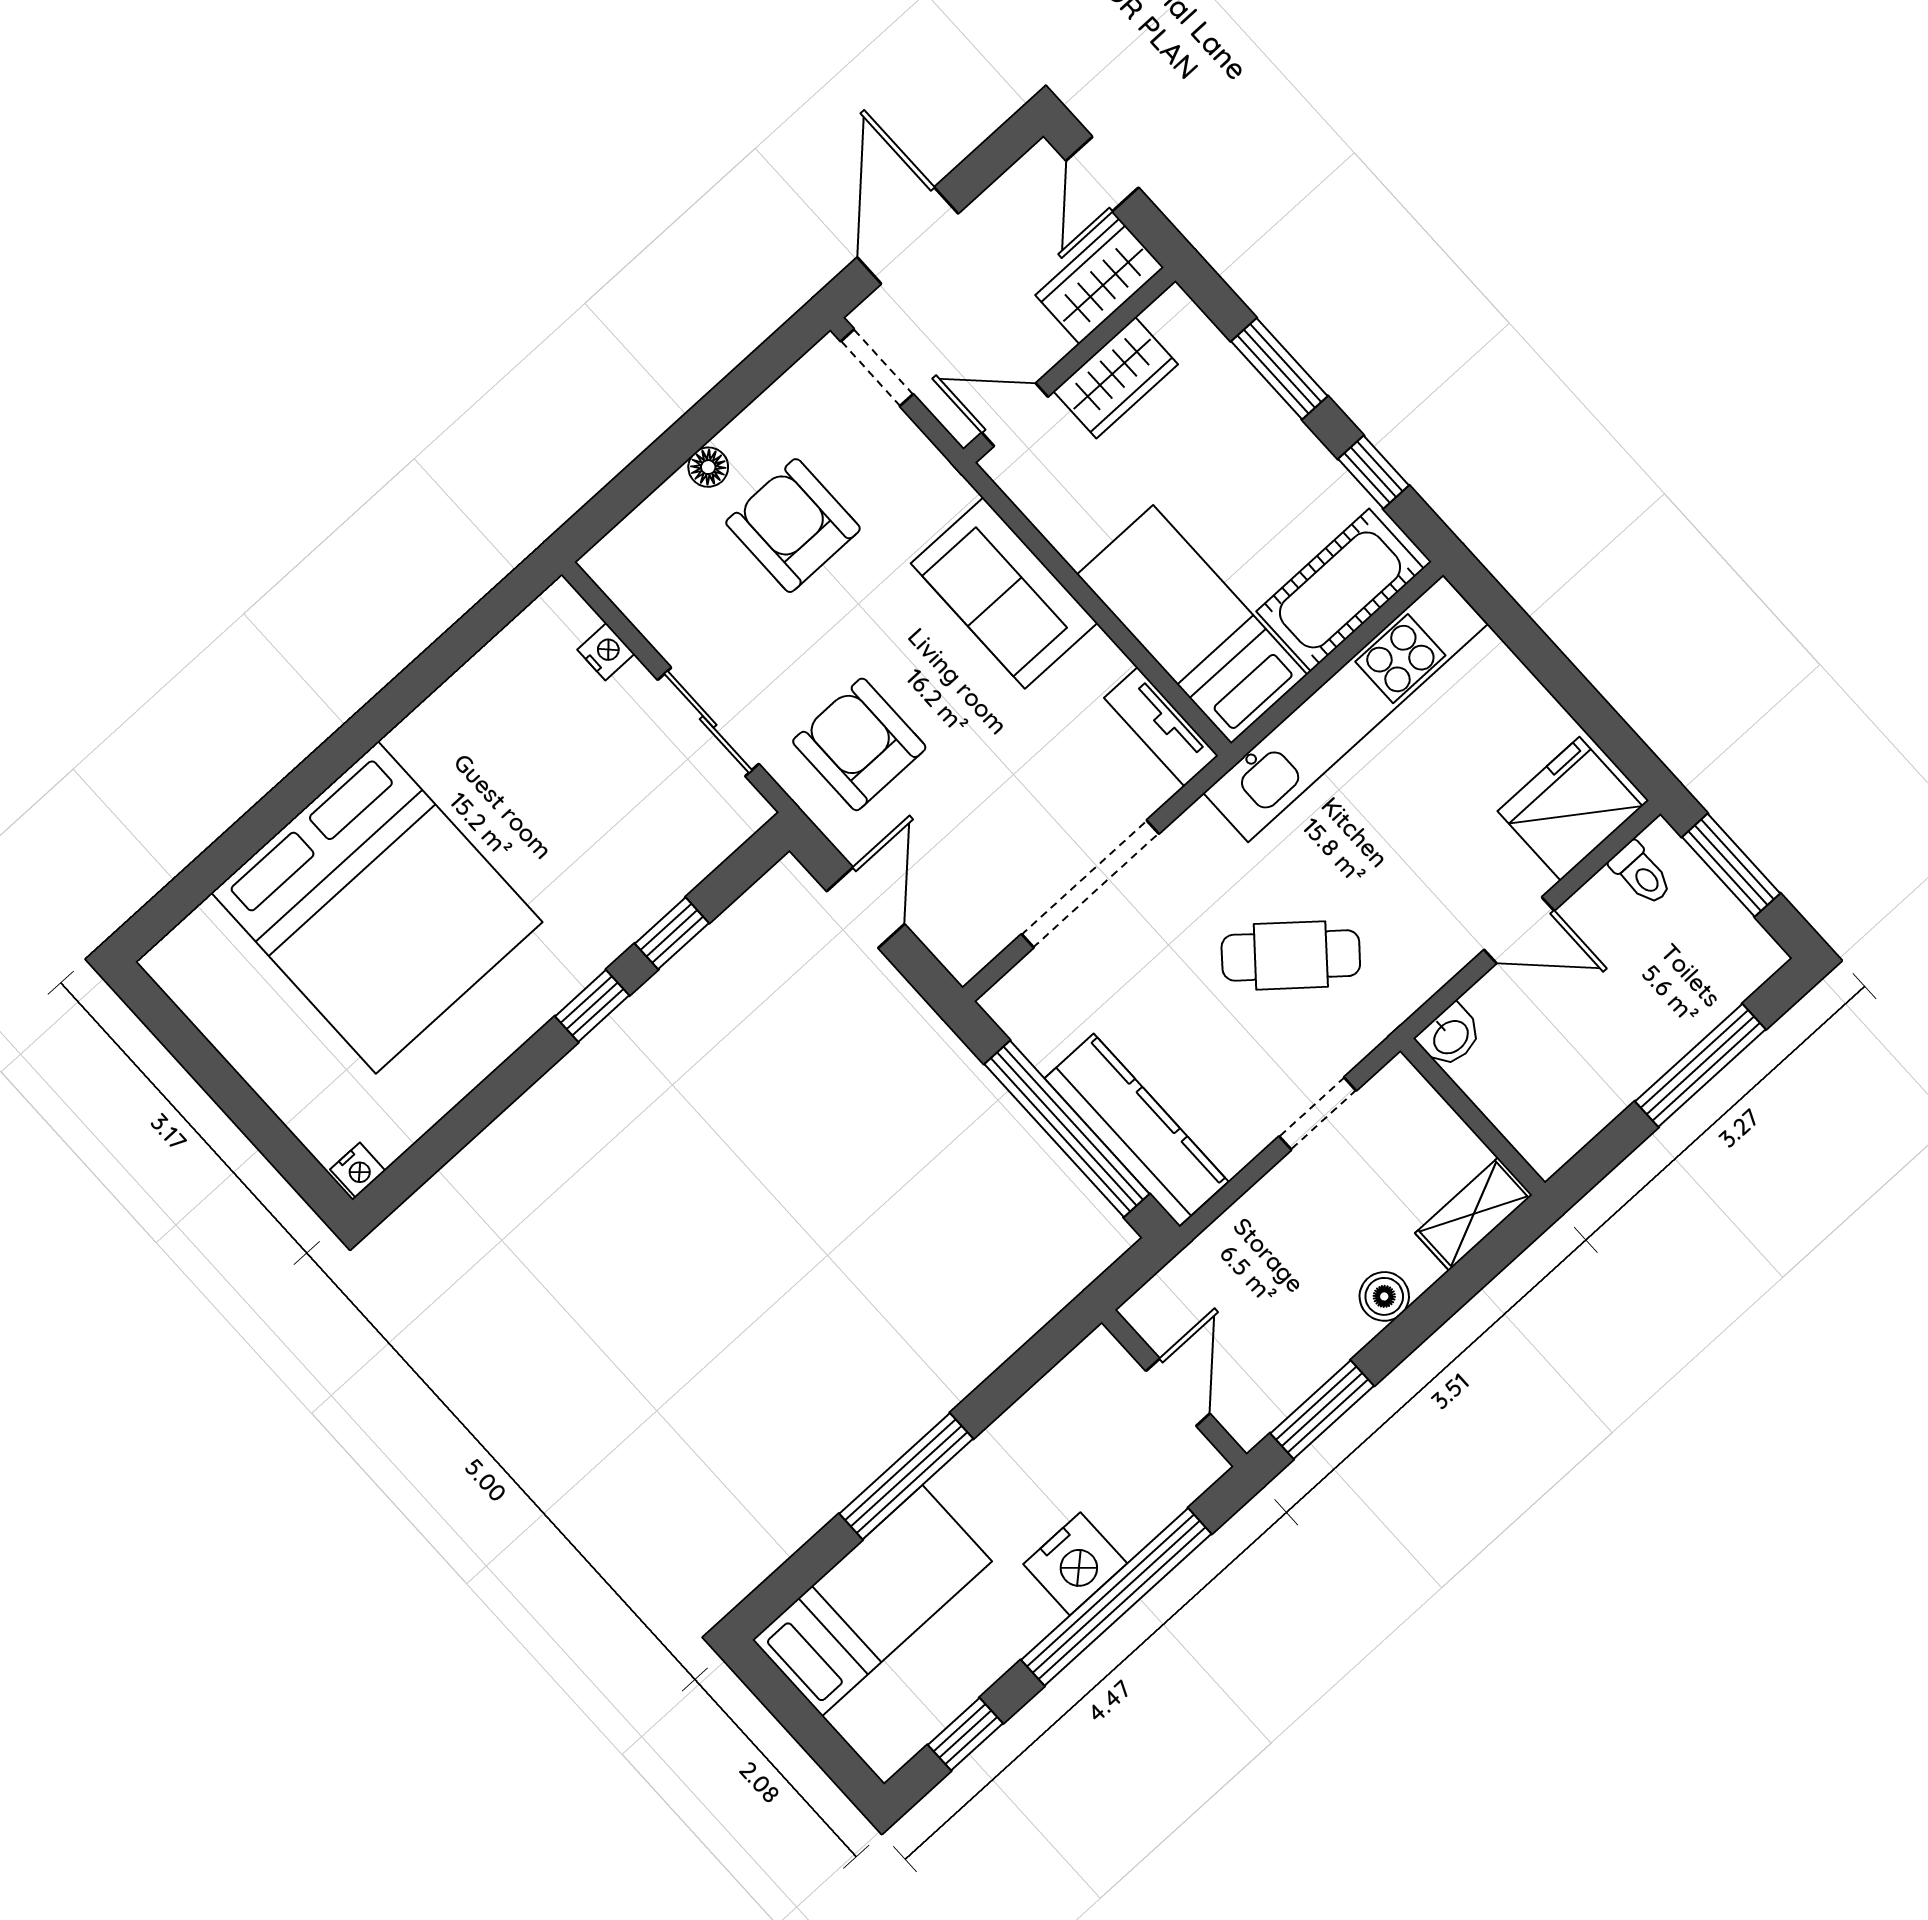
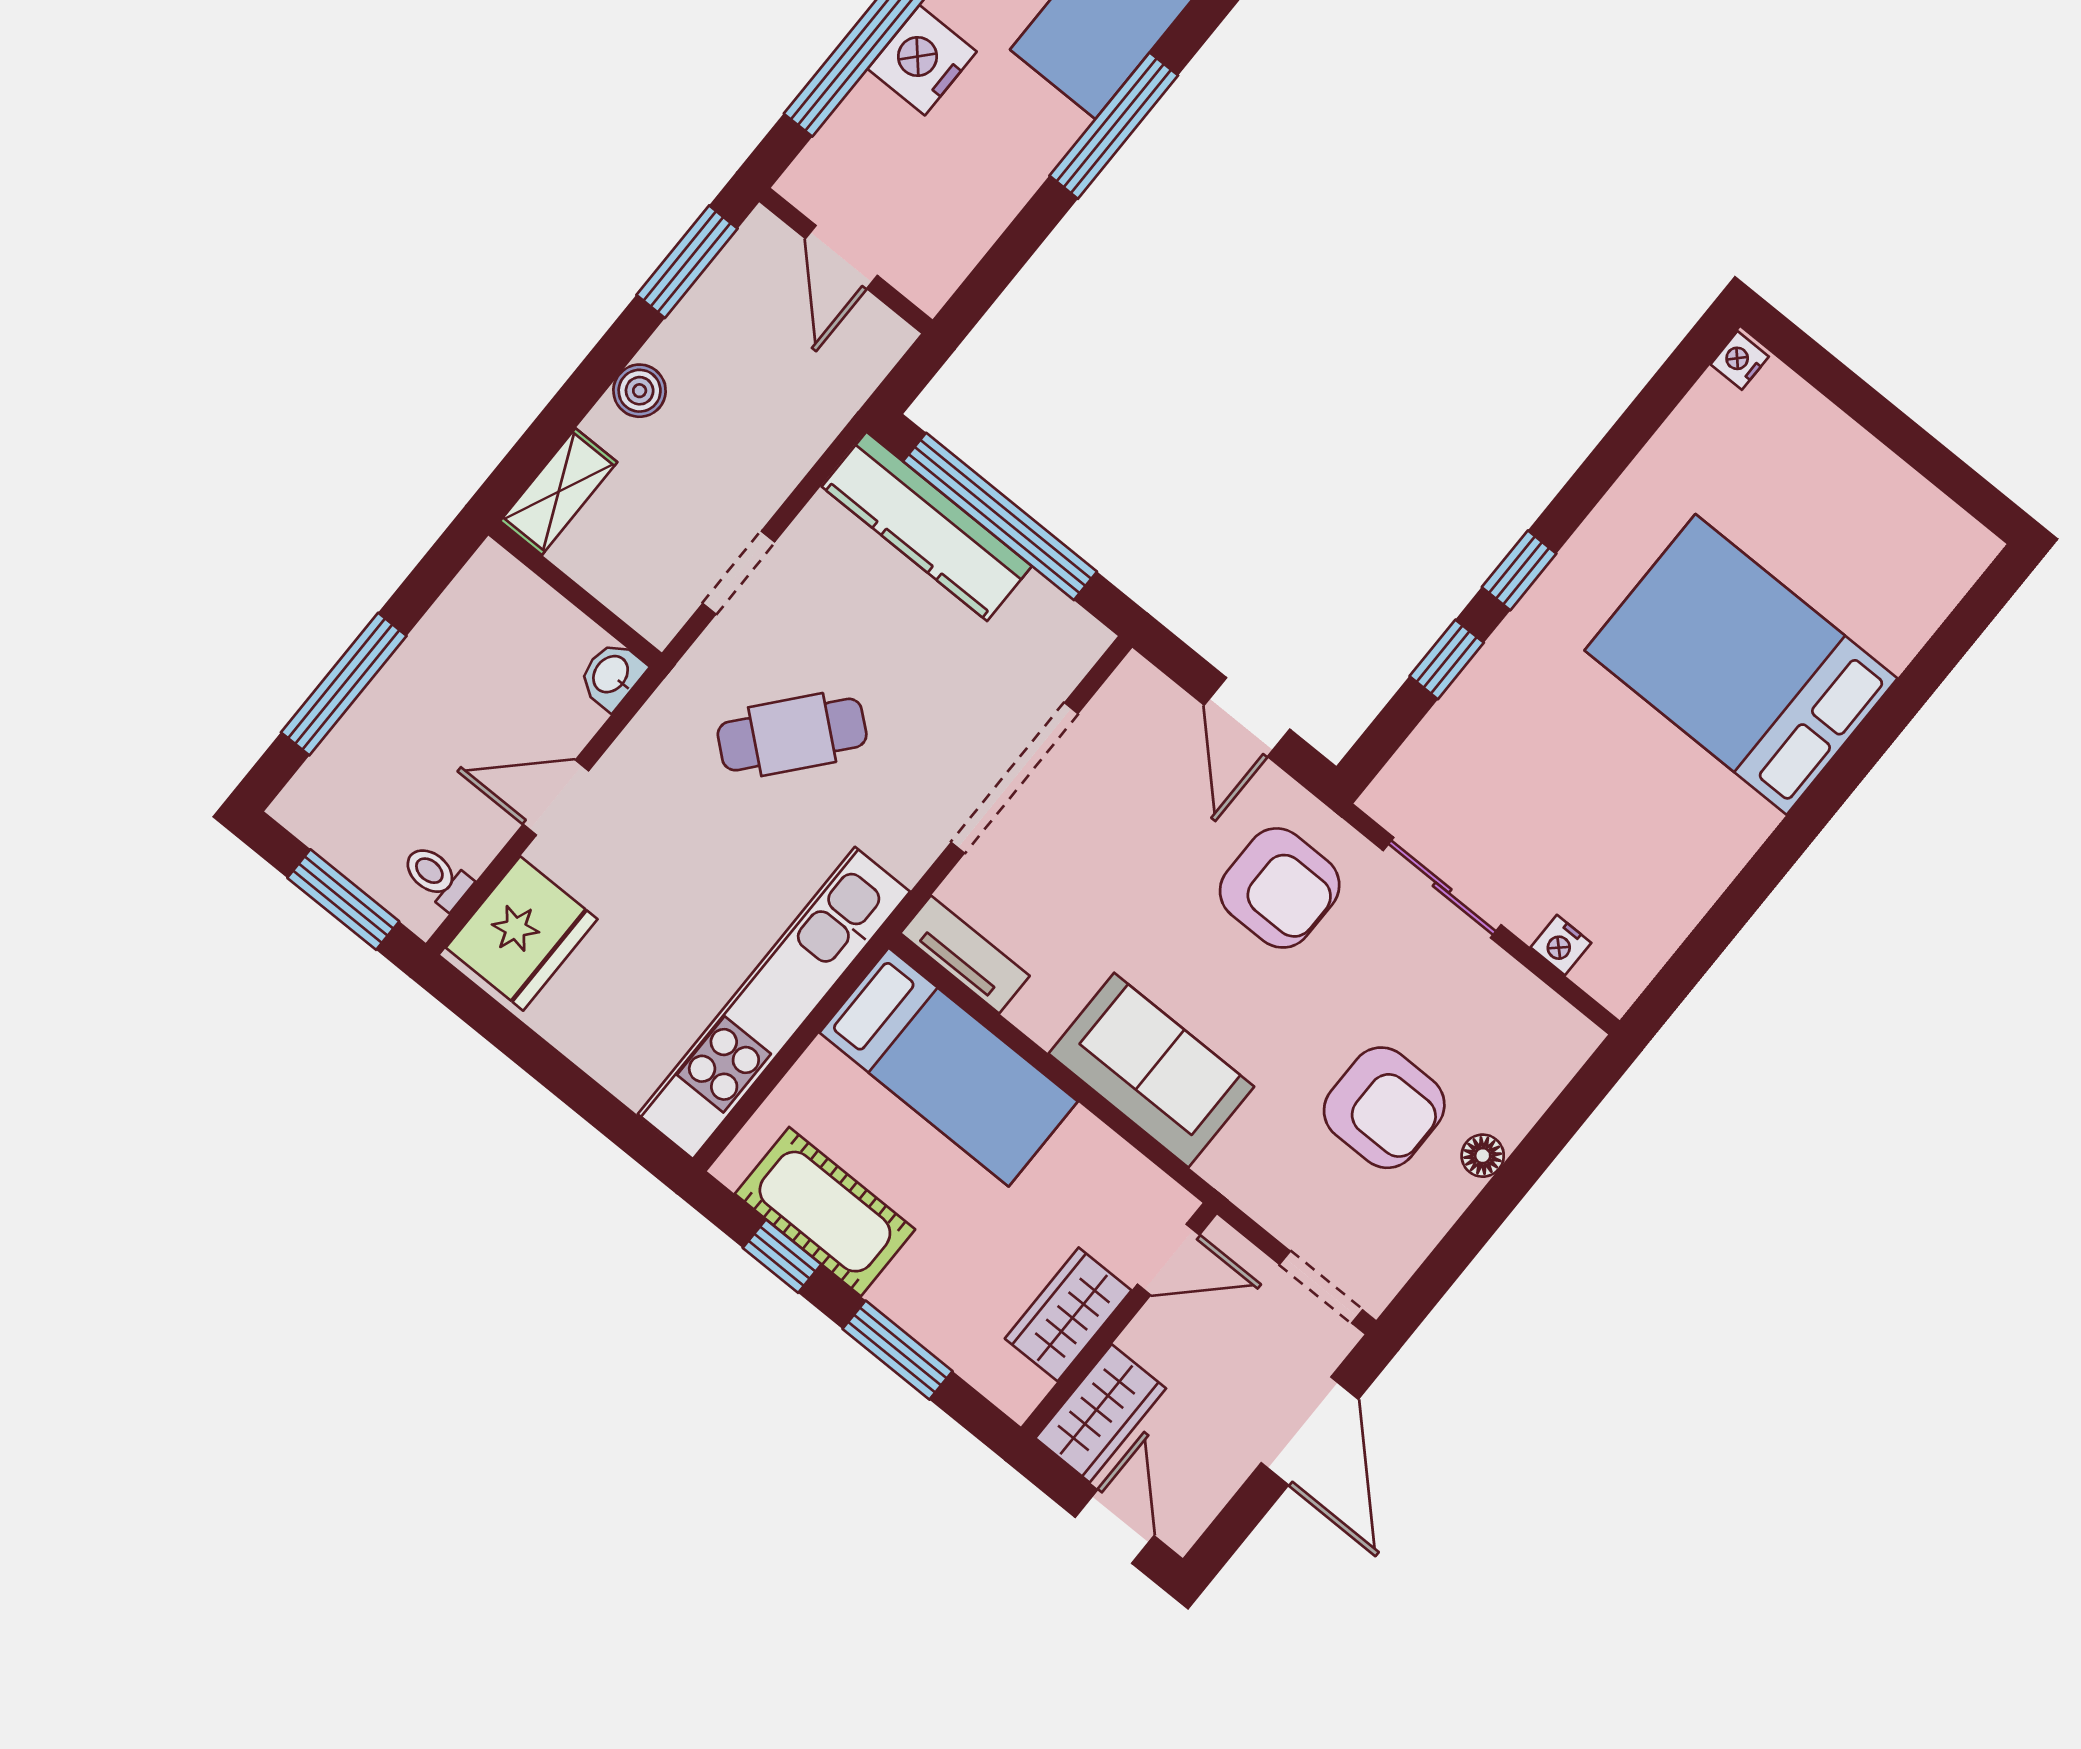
cot: (1340, 590) -> (825, 1212), moved, turned 90
bed: (377, 907) -> (1741, 664), width x0.73

